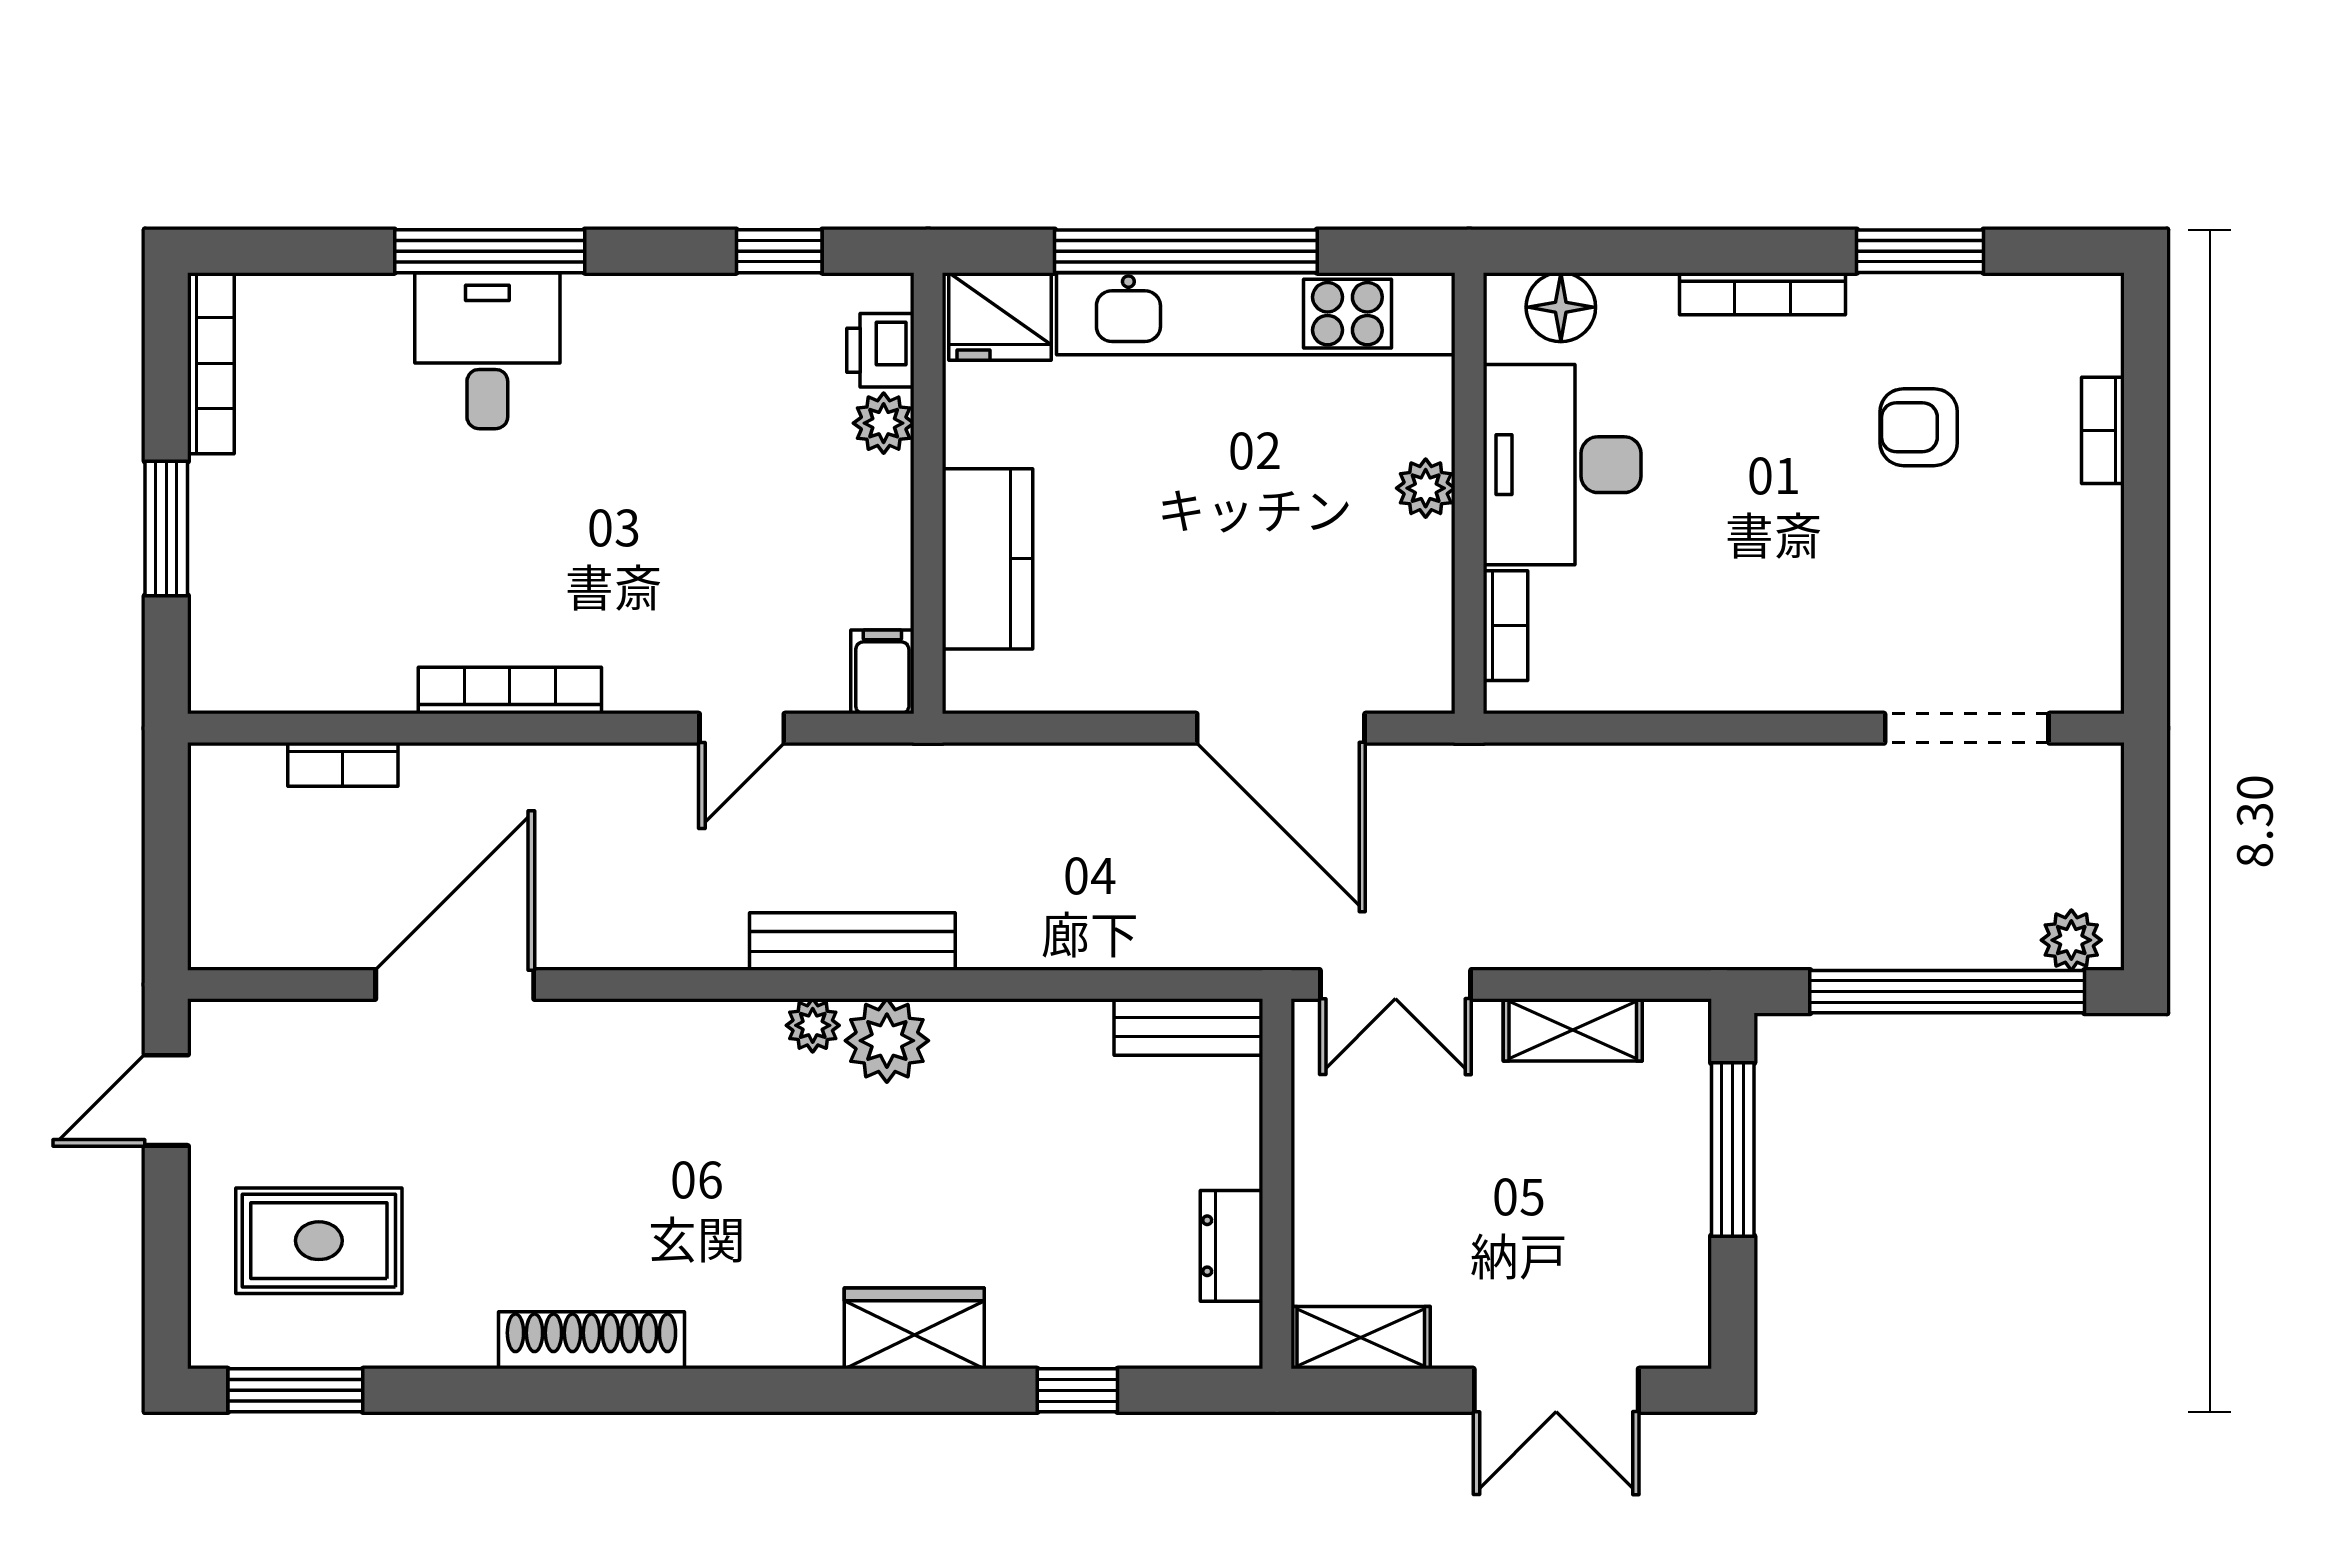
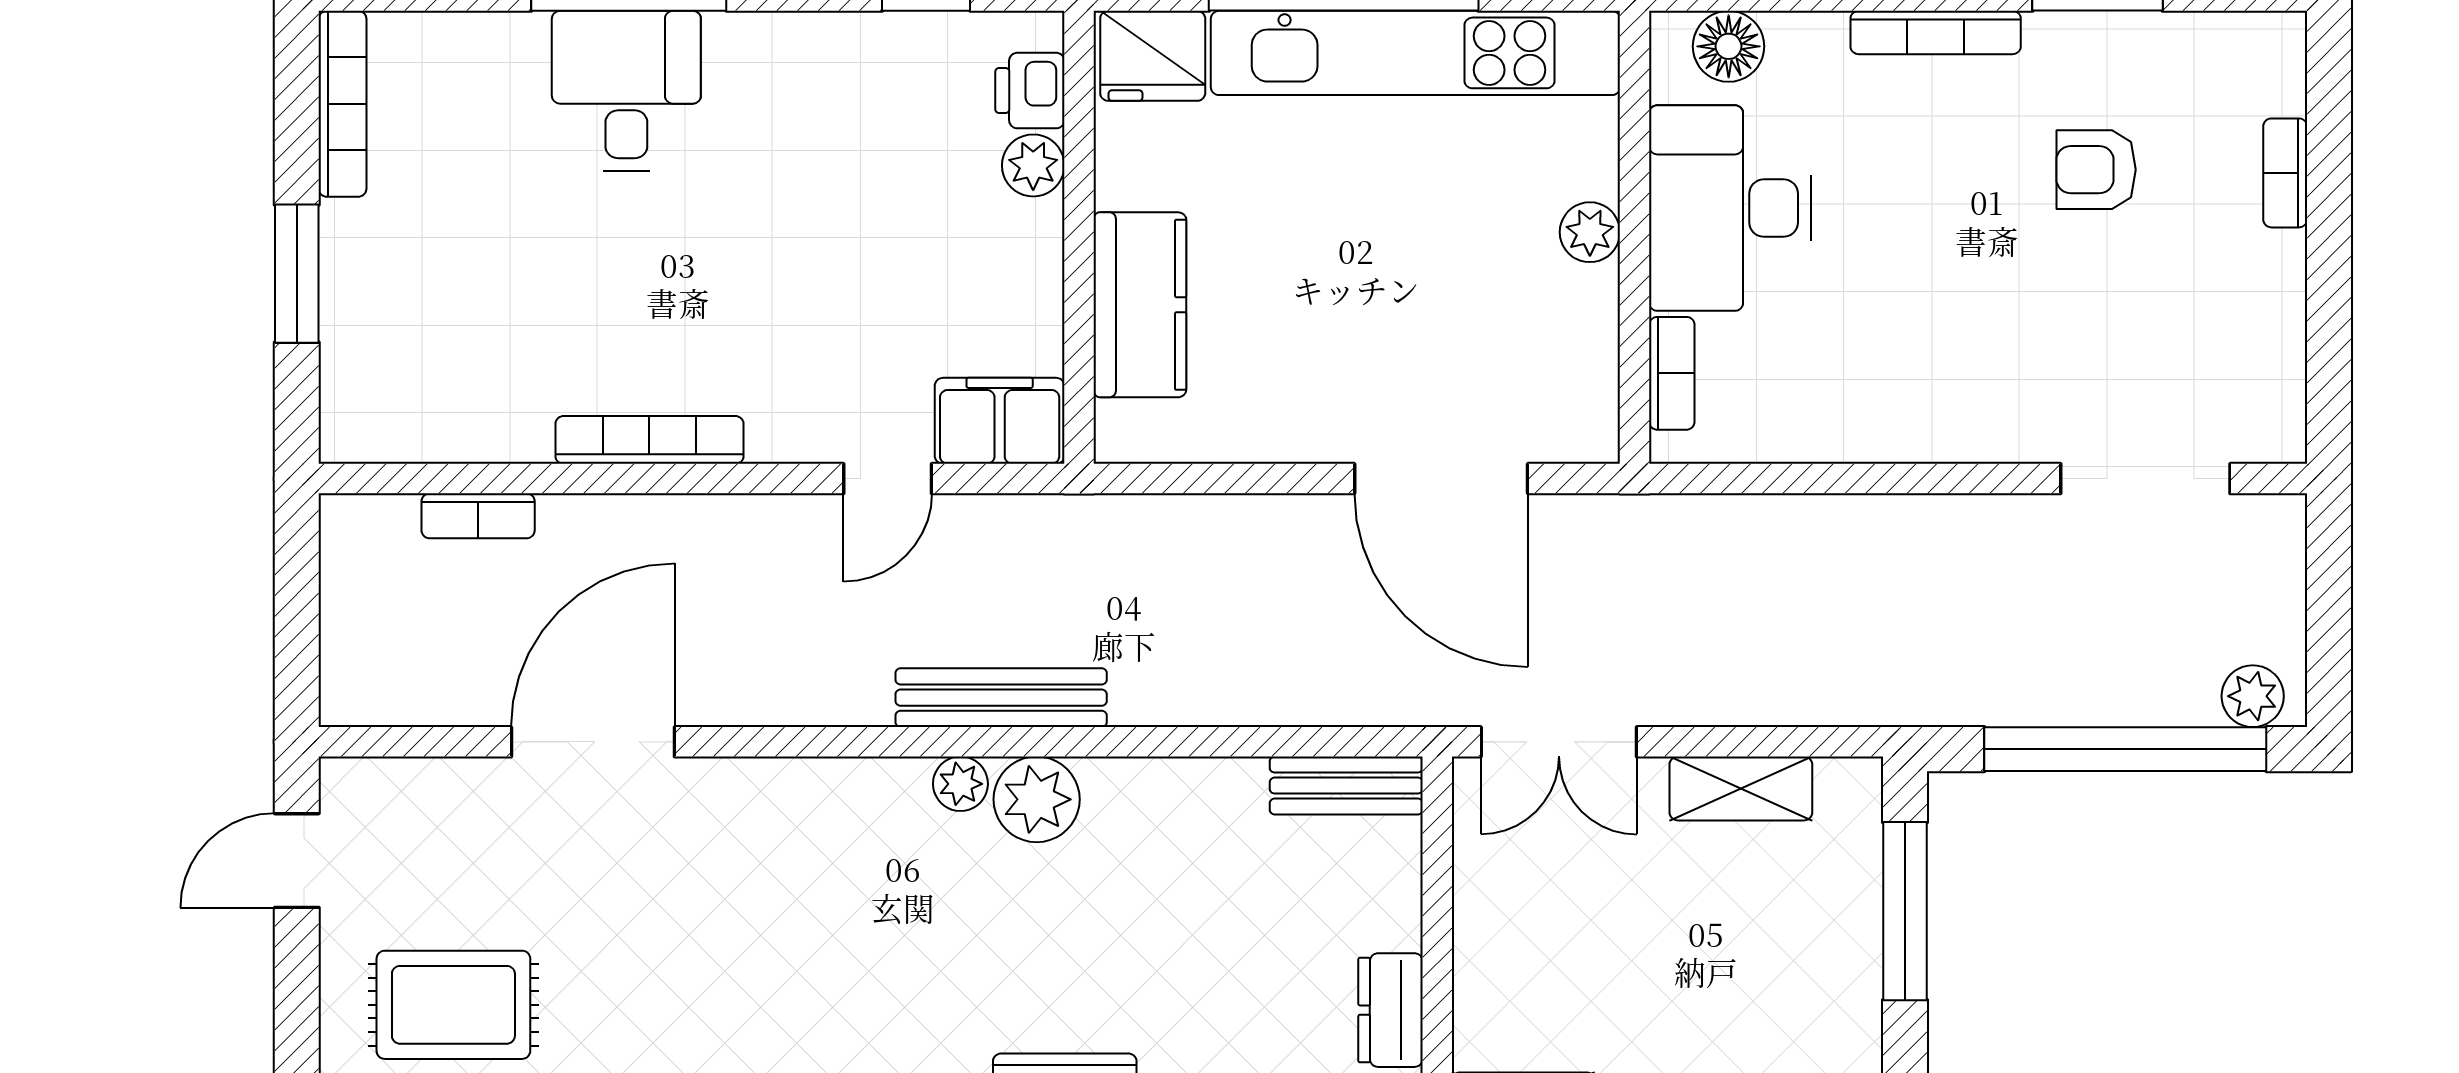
filing cabinet: (882, 672) -> (1000, 421), width x2.00

